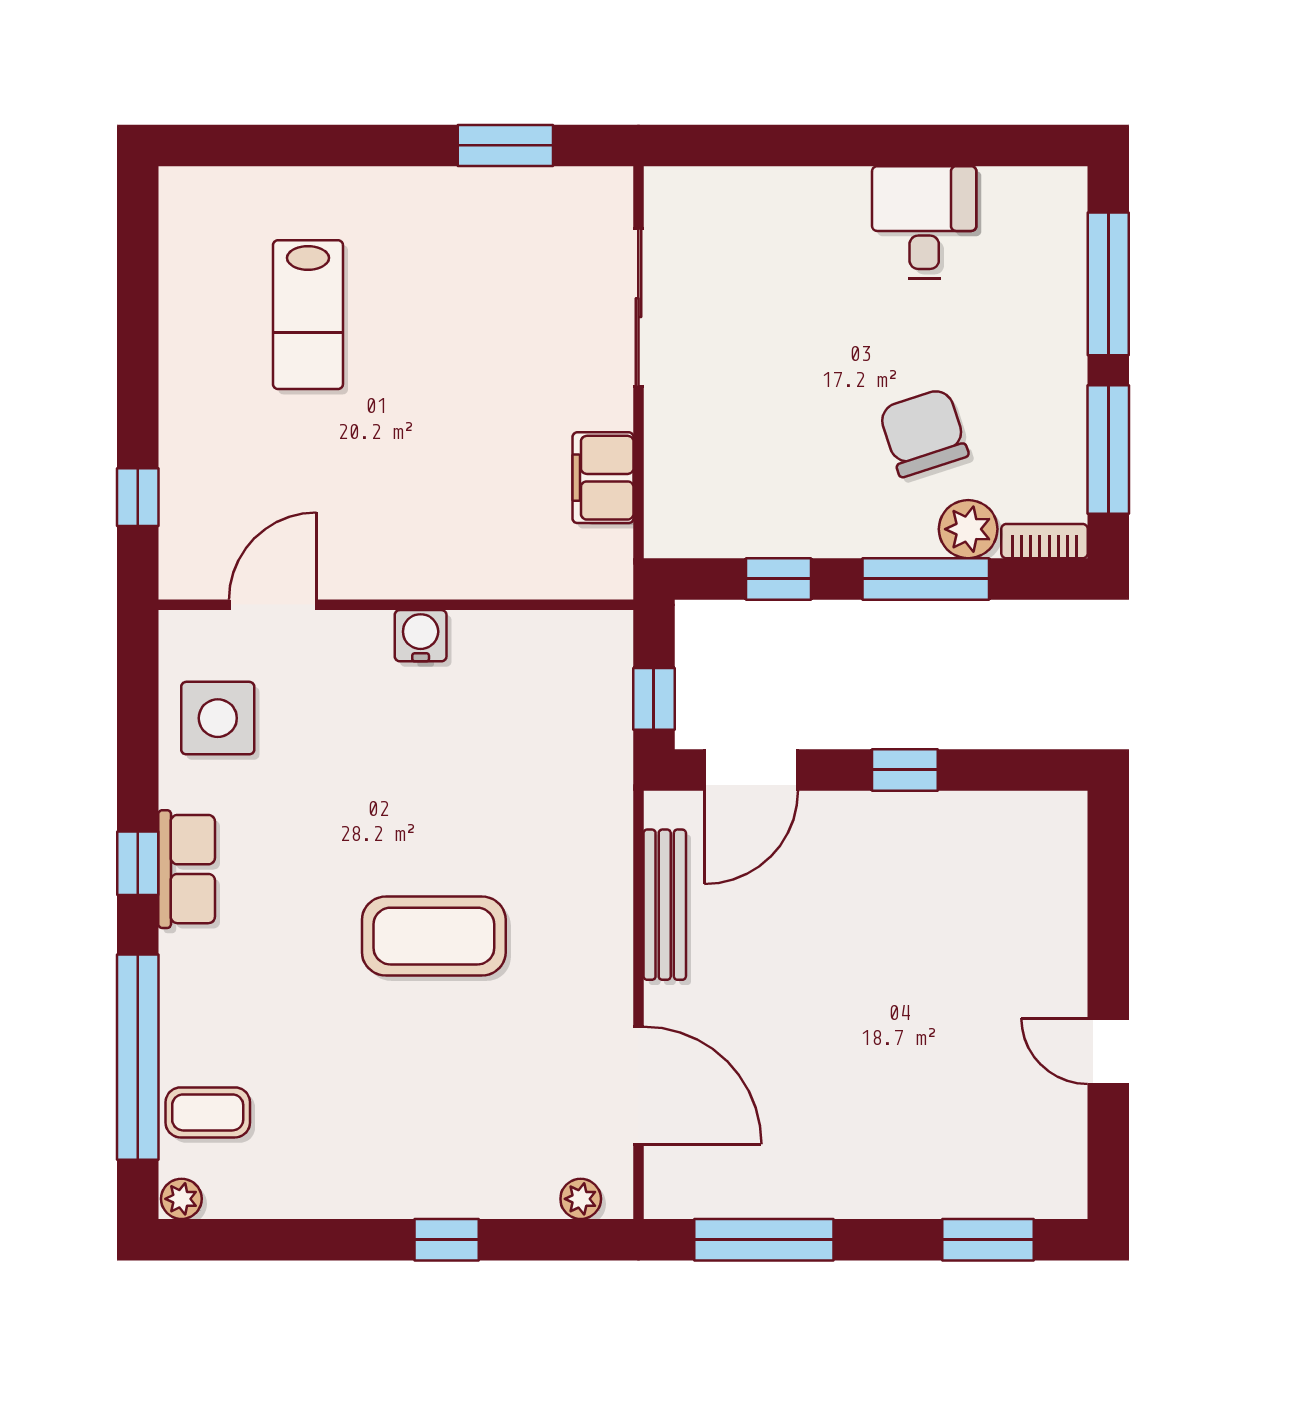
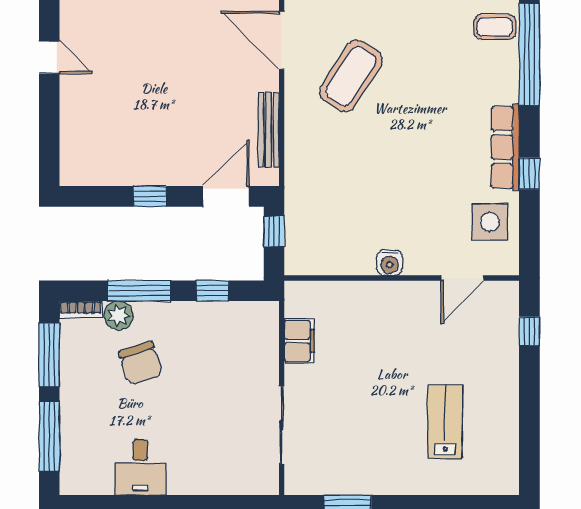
window: (138, 863) -> (529, 174), moved
row of seats: (187, 869) -> (505, 147), width x1.48
coffee table: (434, 936) -> (351, 76), moved, turned -57

